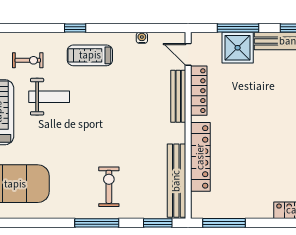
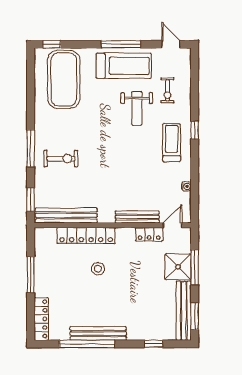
locker: (199, 91) -> (149, 234), width x0.66
stool: (240, 143) -> (98, 269), added
window: (224, 223) -> (31, 275), moved

